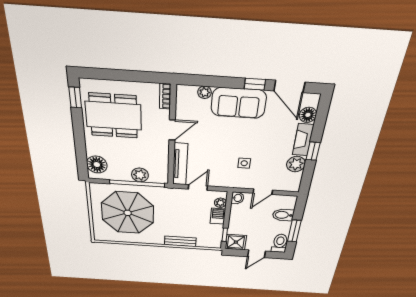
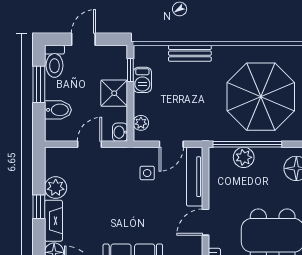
side table: (244, 163) -> (147, 173), moved
barbecue: (218, 216) -> (142, 80), moved
shower: (236, 242) -> (114, 93), moved

